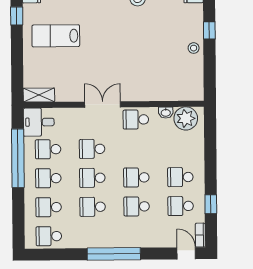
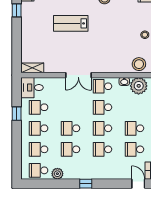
lab bench: (56, 36) -> (71, 23), moved
stool: (186, 89) -> (139, 64), added
double door: (103, 104) -> (78, 75), swing flipped
school desk: (92, 149) -> (102, 107), moved
window: (18, 158) -> (17, 114), width x0.32
plant: (75, 241) -> (57, 174), added
window: (114, 254) -> (86, 184), width x0.32

